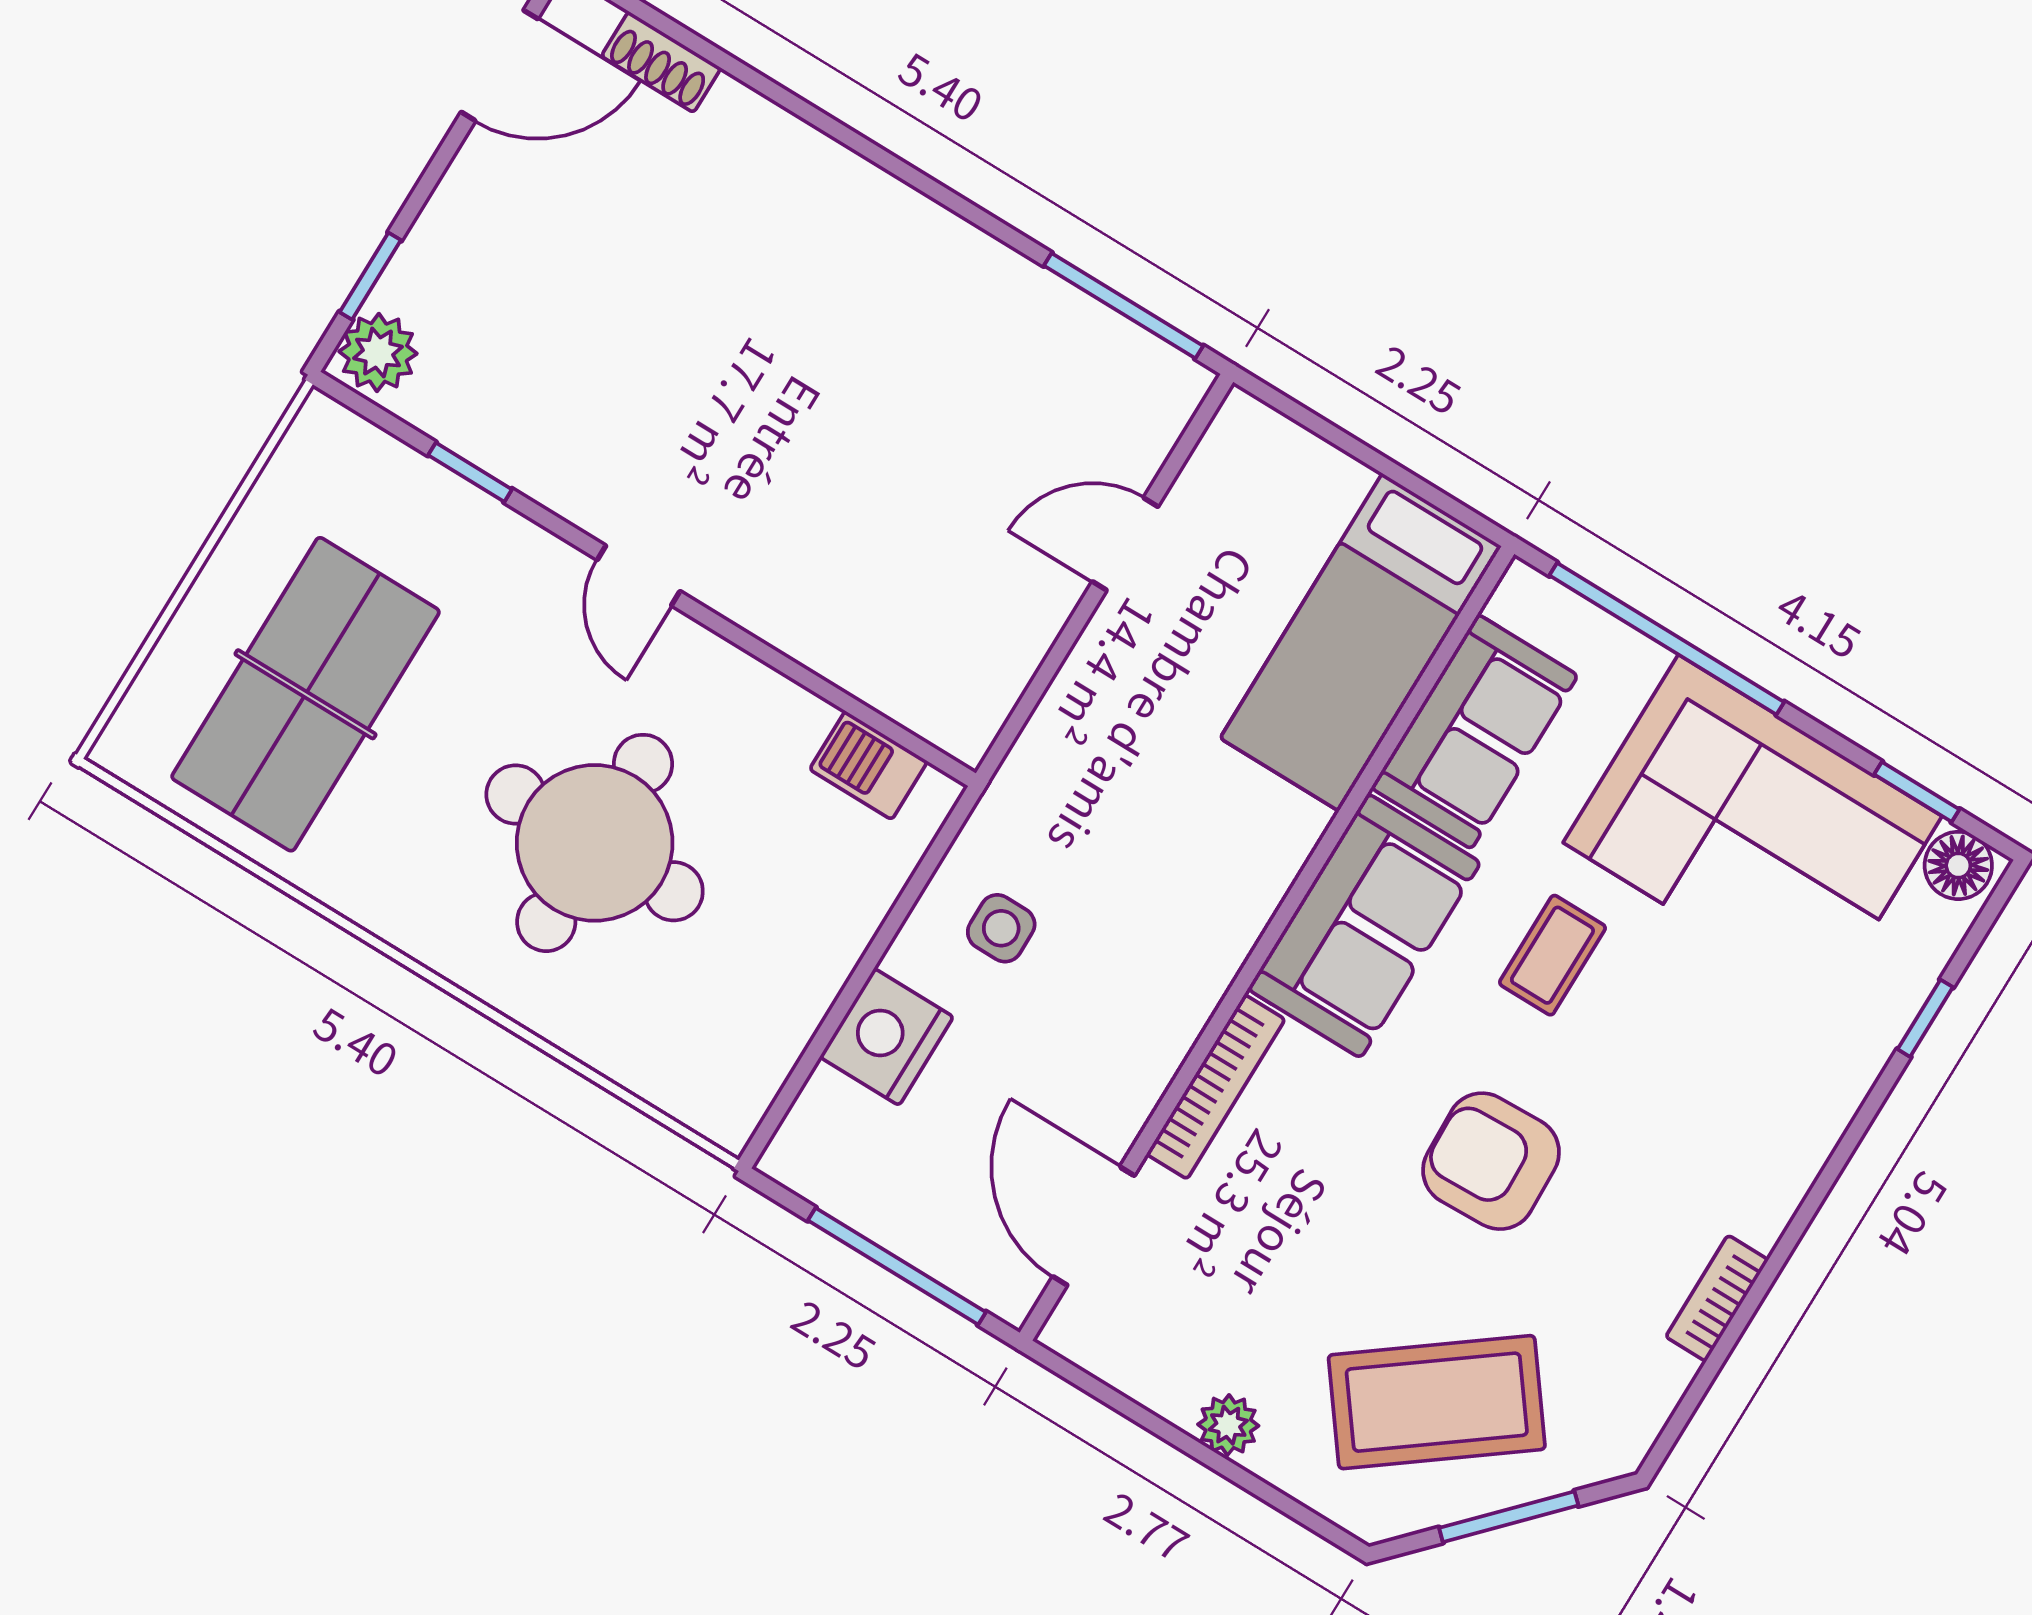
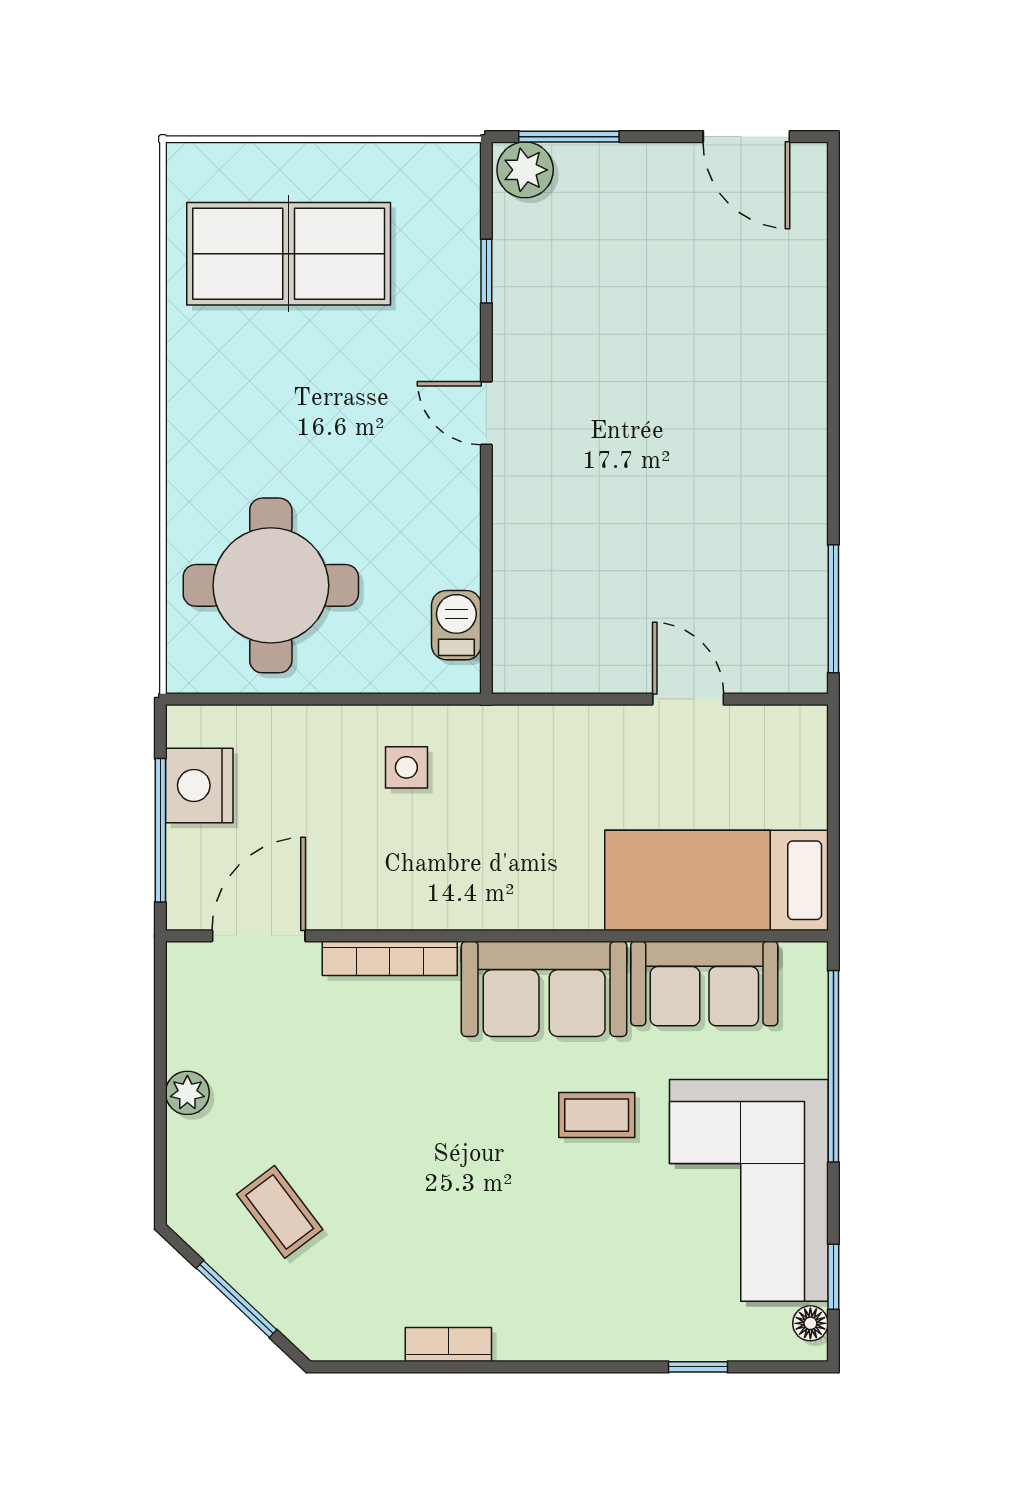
shoe rack: (661, 62) -> (809, 234), removed
window: (370, 276) -> (569, 137), width x1.50
door: (639, 576) -> (486, 413), hinge flipped
round table: (595, 843) -> (271, 585), moved
floor lamp: (1958, 865) -> (810, 1323), width x0.73, depth x0.73
nightstand: (887, 1037) -> (199, 785), moved, turned -90
armchair: (1491, 1161) -> (448, 1155), removed
coffee table: (1437, 1402) -> (280, 1212), width x0.54, depth x0.58

